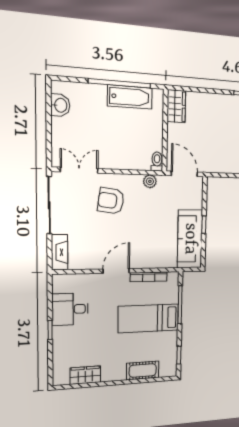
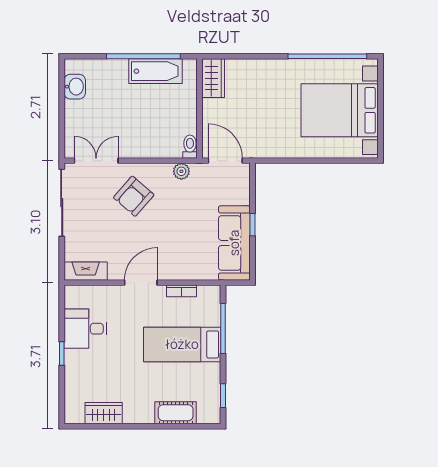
armchair: (111, 201) -> (134, 196), turned -57
fireplace: (60, 252) -> (86, 271), moved, turned -90
bookcase: (149, 277) -> (182, 291), width x0.64

